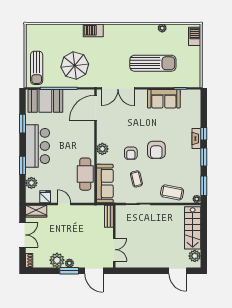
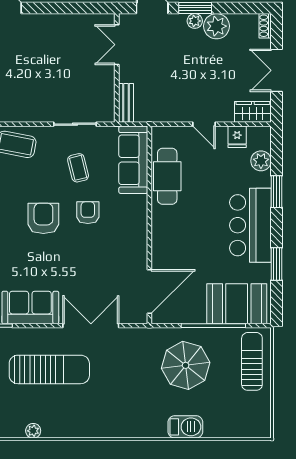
barbecue: (93, 30) -> (185, 427), moved
sun lounger: (153, 63) -> (49, 369), turned 180
double door: (118, 88) -> (91, 326), moved
plant: (102, 149) -> (137, 220), removed

